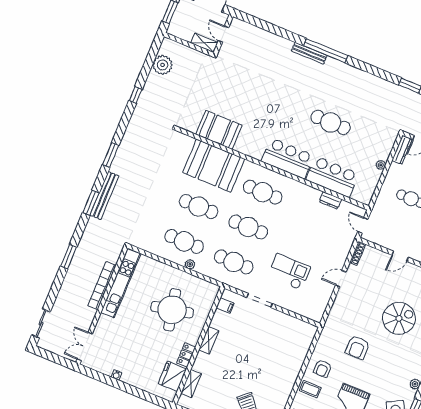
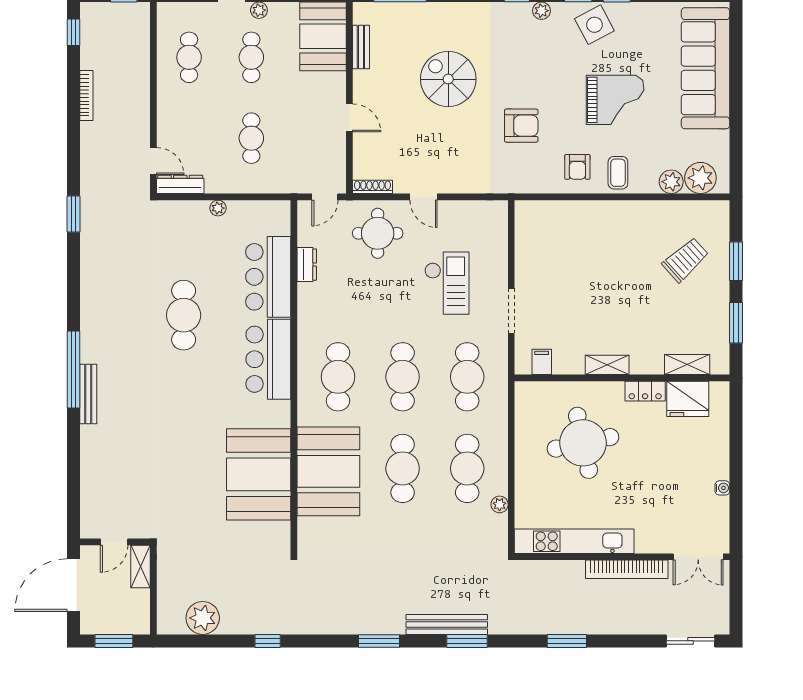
booth: (219, 130) -> (259, 474), width x1.36, depth x1.42
round table: (331, 246) -> (378, 233), added
plant: (190, 264) -> (500, 504), moved
checkout: (289, 272) -> (447, 283), turned 180
bookcase: (102, 286) -> (627, 569), moved
armchair: (322, 369) -> (577, 167), turned 90

